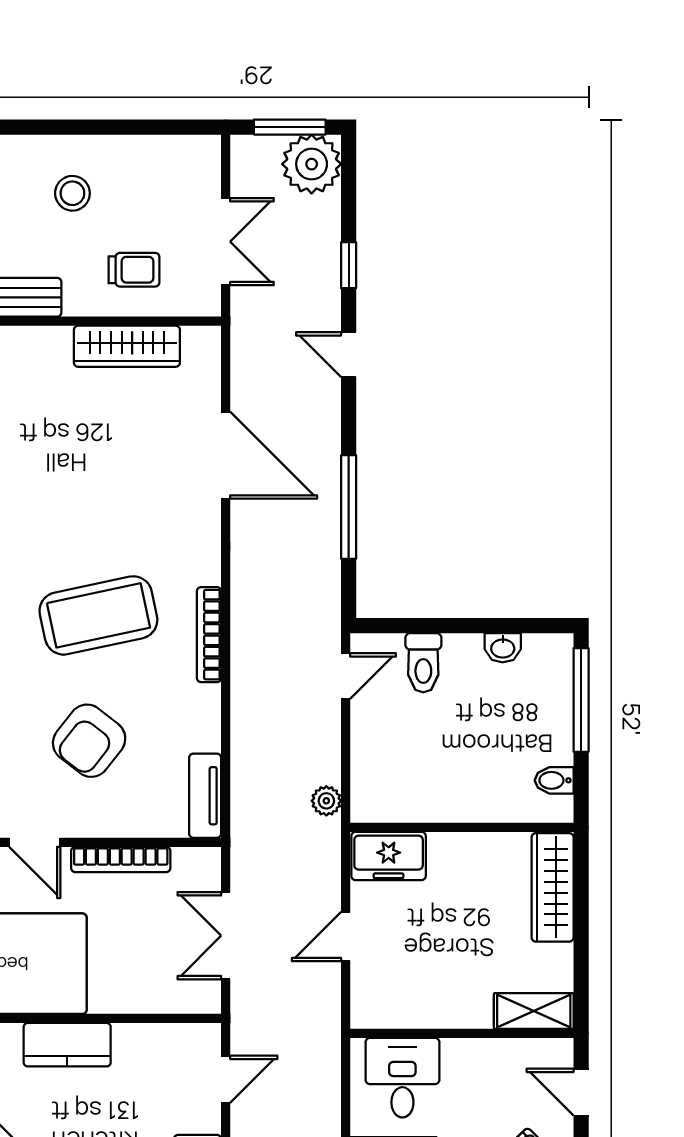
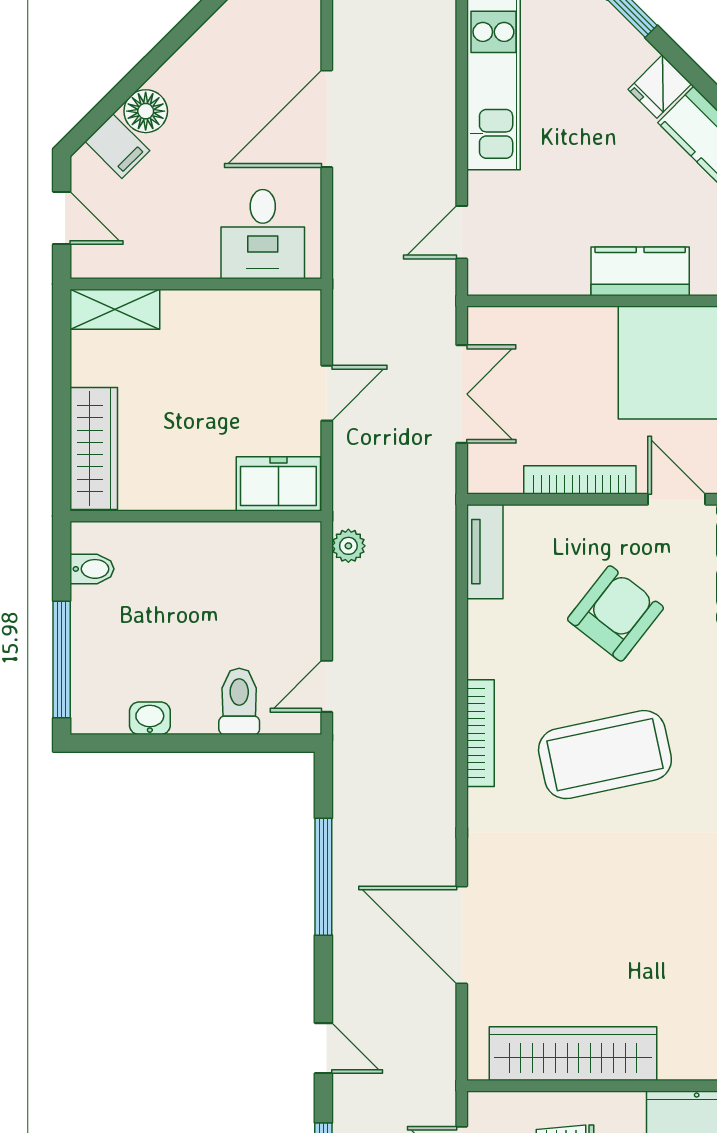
wardrobe: (127, 346) -> (573, 1054), width x1.40, depth x1.17

